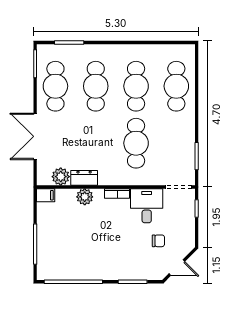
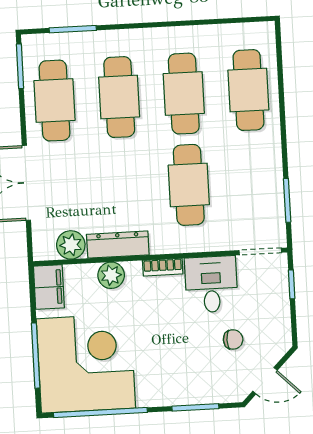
dresser: (84, 178) -> (118, 245), width x1.44
filing cabinet: (46, 195) -> (49, 287), width x2.00
corner desk: (66, 251) -> (86, 363), added

